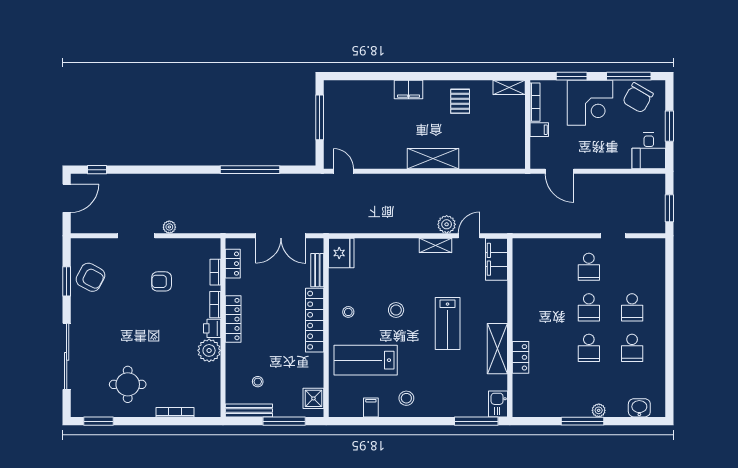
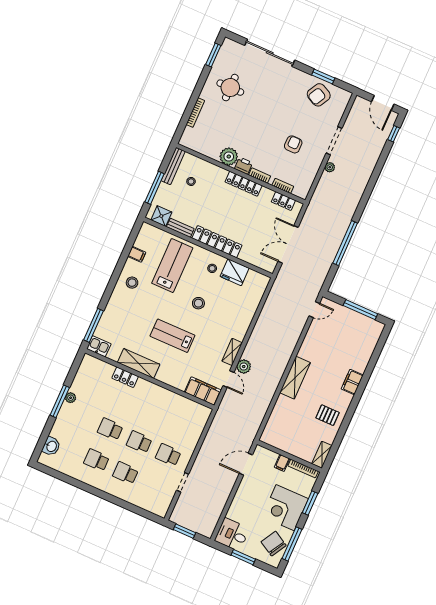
fridge: (341, 253) -> (235, 272), moved
bench: (317, 270) -> (180, 228), moved
plant: (599, 410) -> (71, 398), moved

